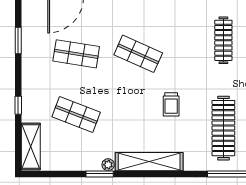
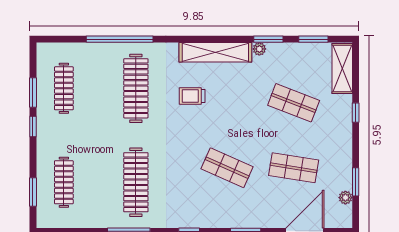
plant: (28, 26) -> (345, 198), added
clothes rail: (223, 40) -> (136, 182), width x1.37, depth x1.31
trolley: (171, 104) -> (192, 96), moved, turned -90
window: (58, 174) -> (313, 39), added

